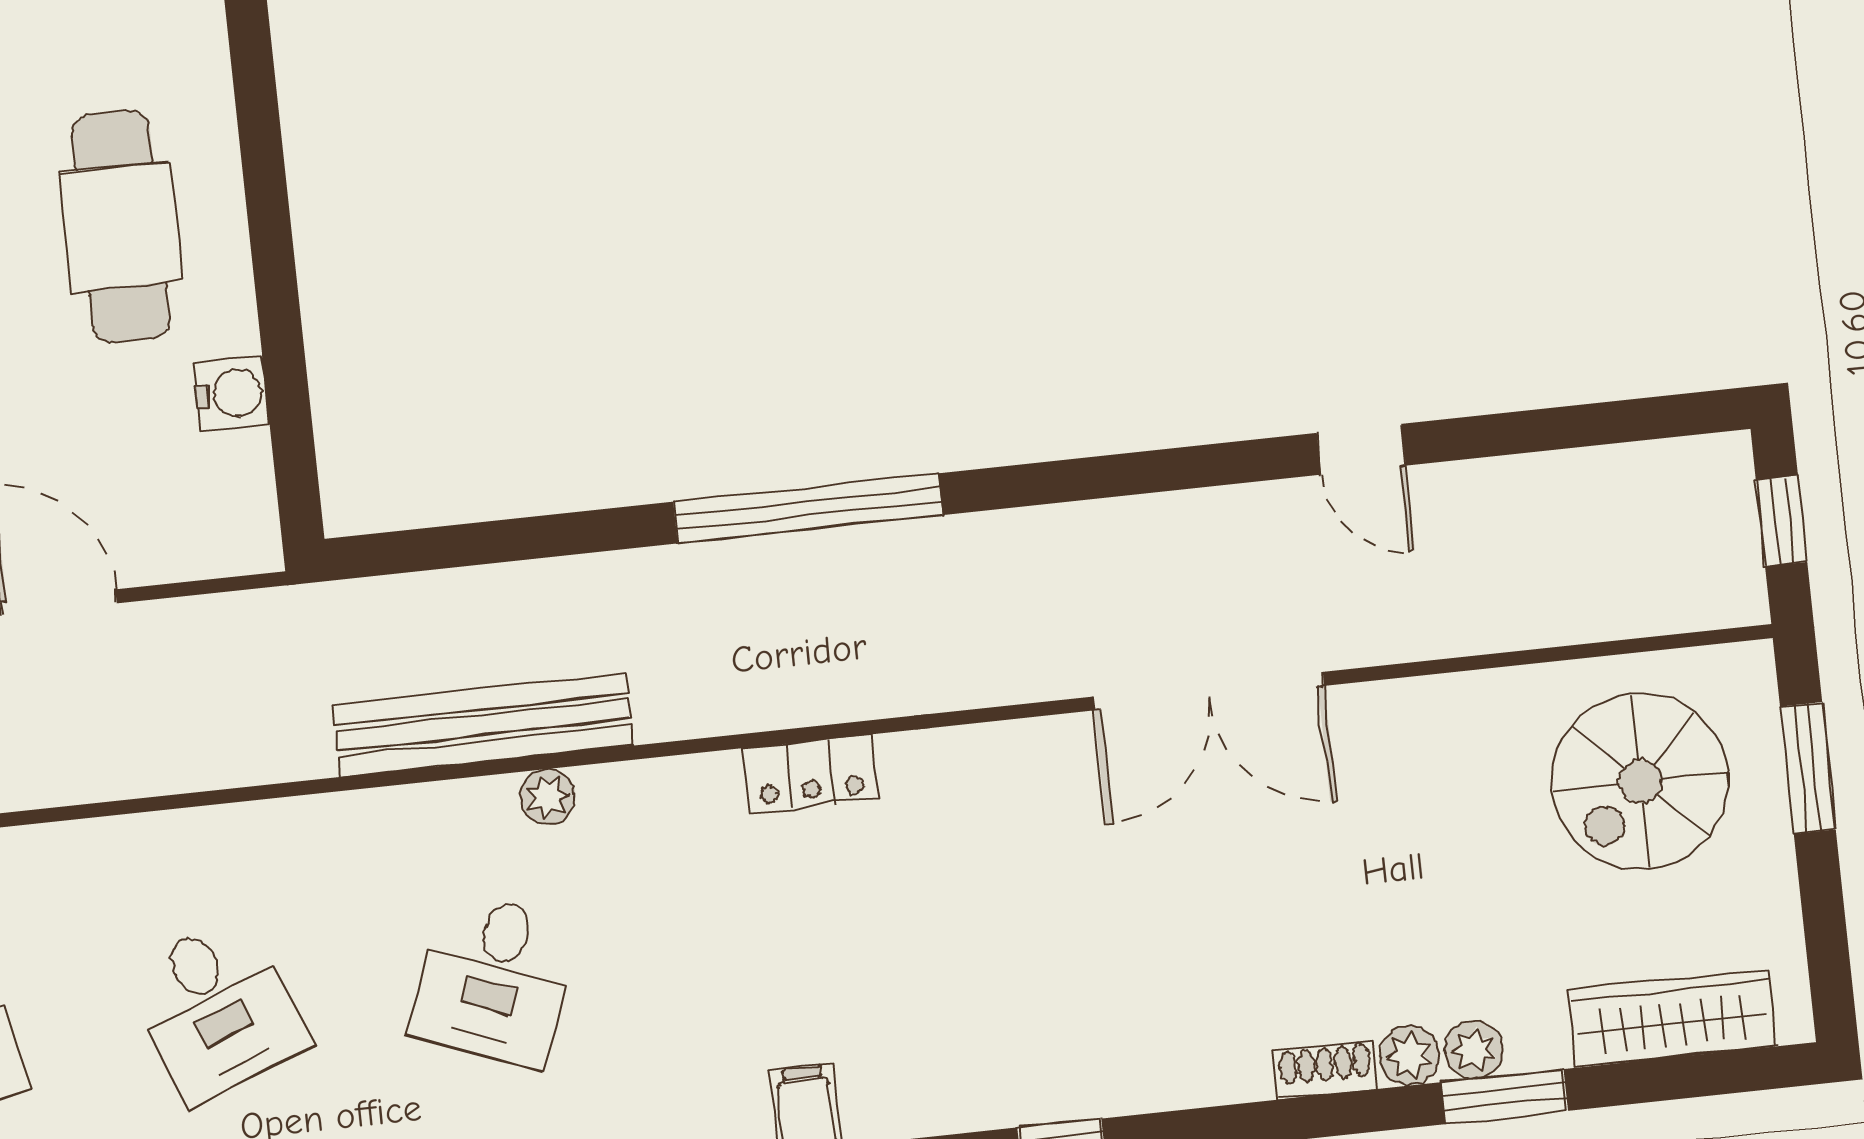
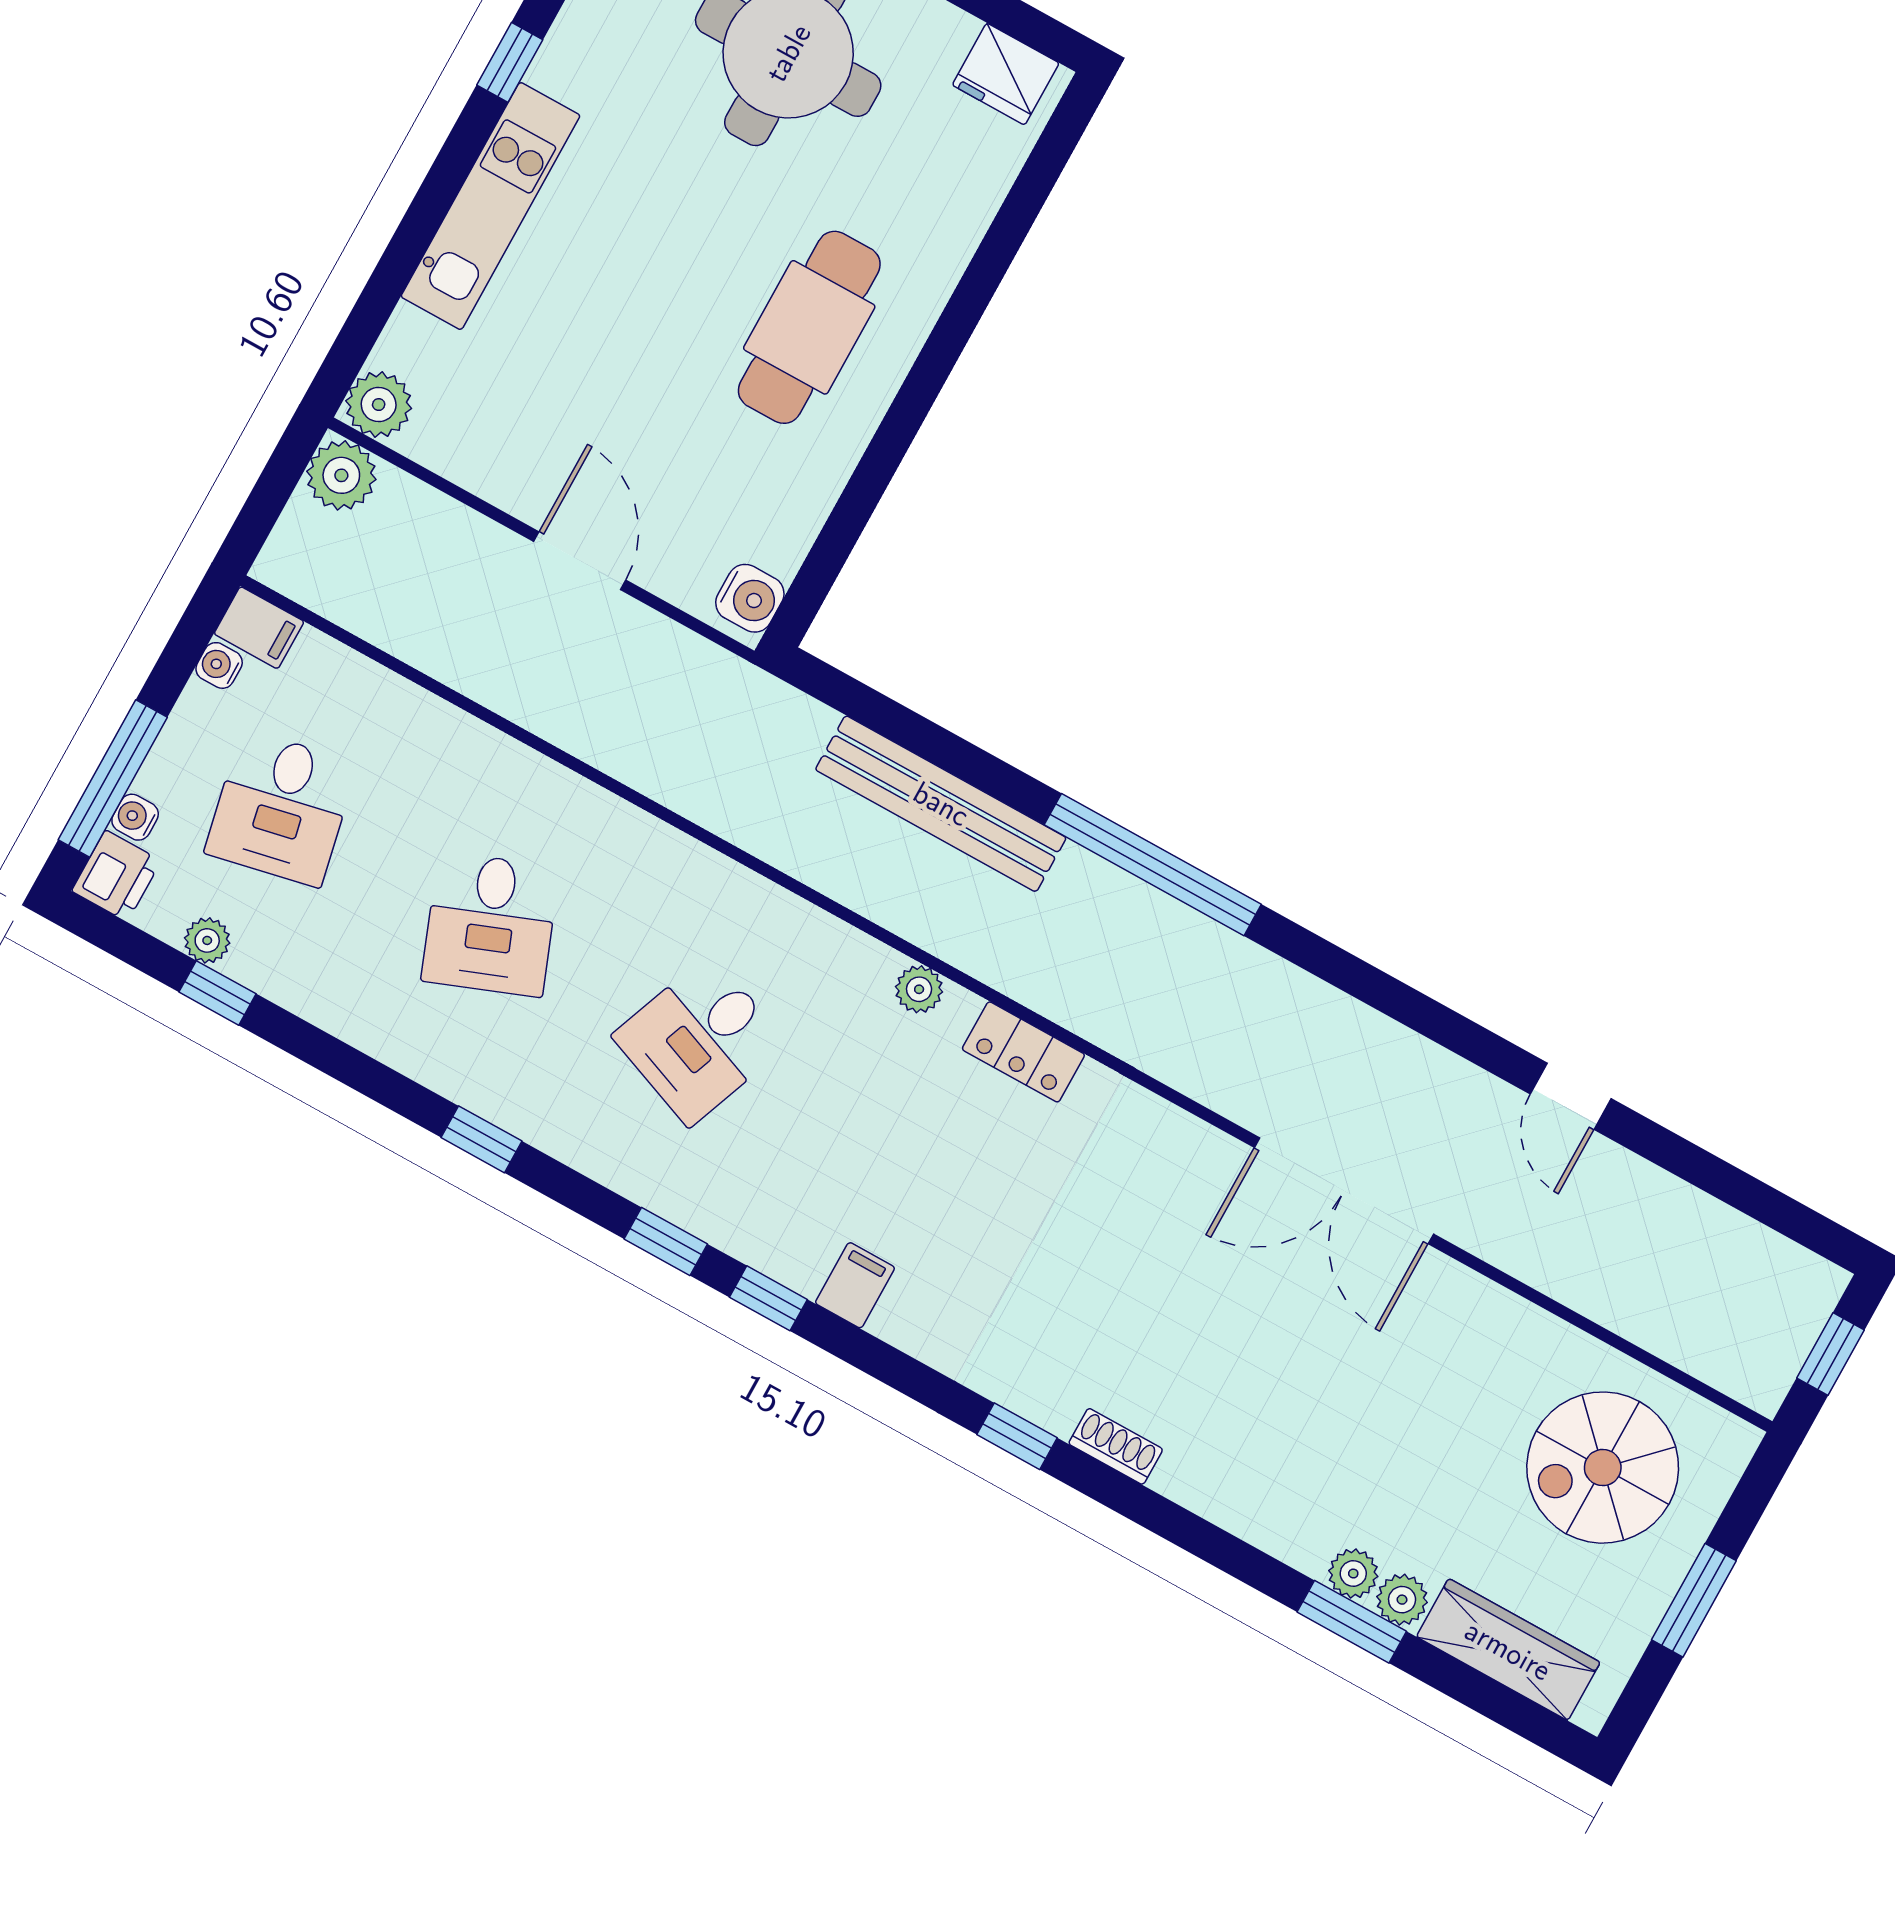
water cooler: (232, 393) -> (750, 598), moved
bench: (483, 725) -> (941, 804), moved
window: (1808, 768) -> (1694, 1600), moved
plant: (548, 797) -> (919, 989), moved
plant: (1410, 1056) -> (1402, 1600), moved
shoe rack: (1325, 1070) -> (1116, 1446), moved

